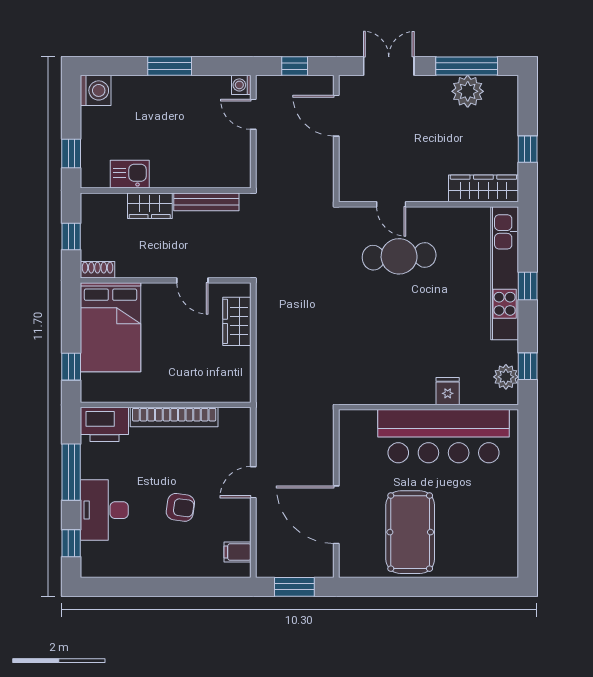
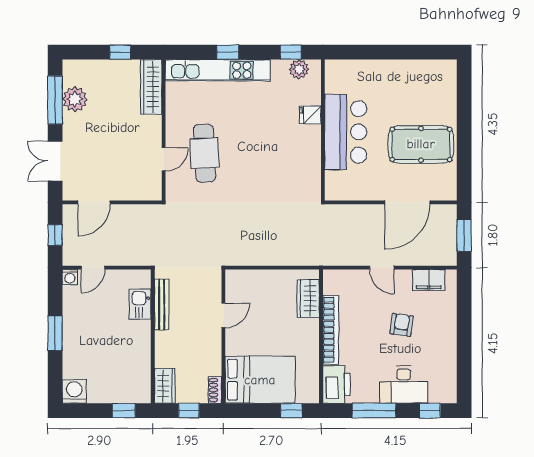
kitchen sink: (130, 174) -> (140, 304), moved
wardrobe: (150, 206) -> (165, 386), moved
wardrobe: (237, 321) -> (308, 299), moved, turned 90
bar counter: (444, 436) -> (346, 132), width x0.73
filing cabinet: (238, 552) -> (429, 280), width x2.00

